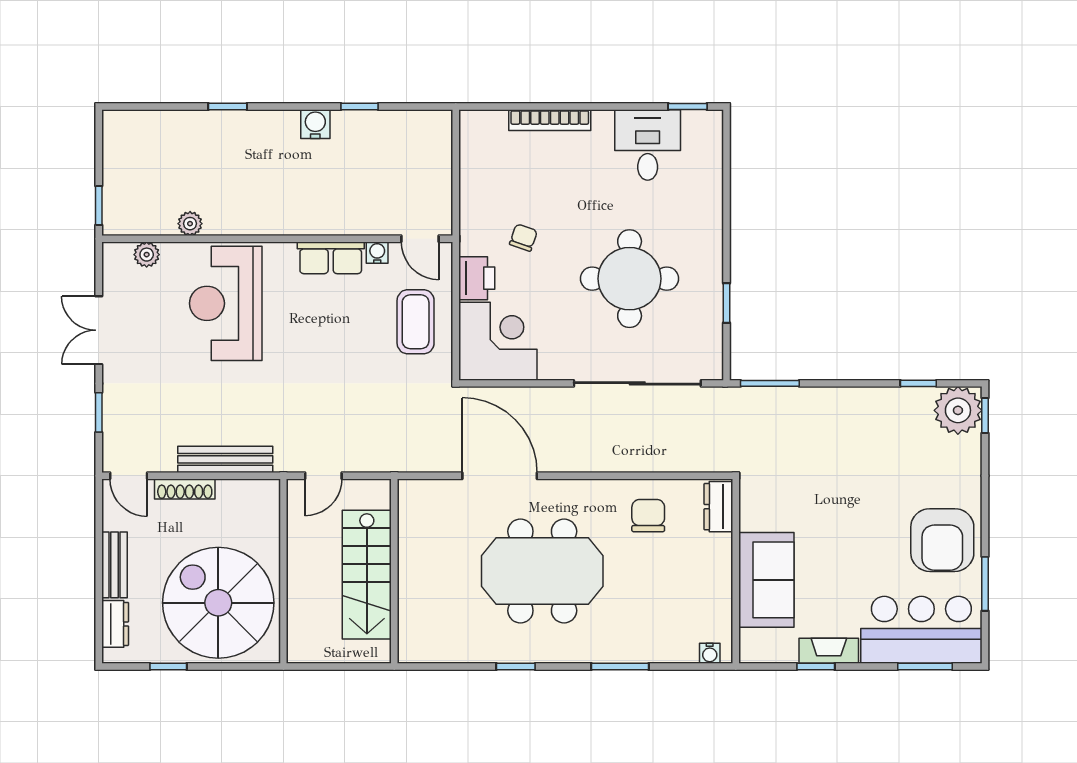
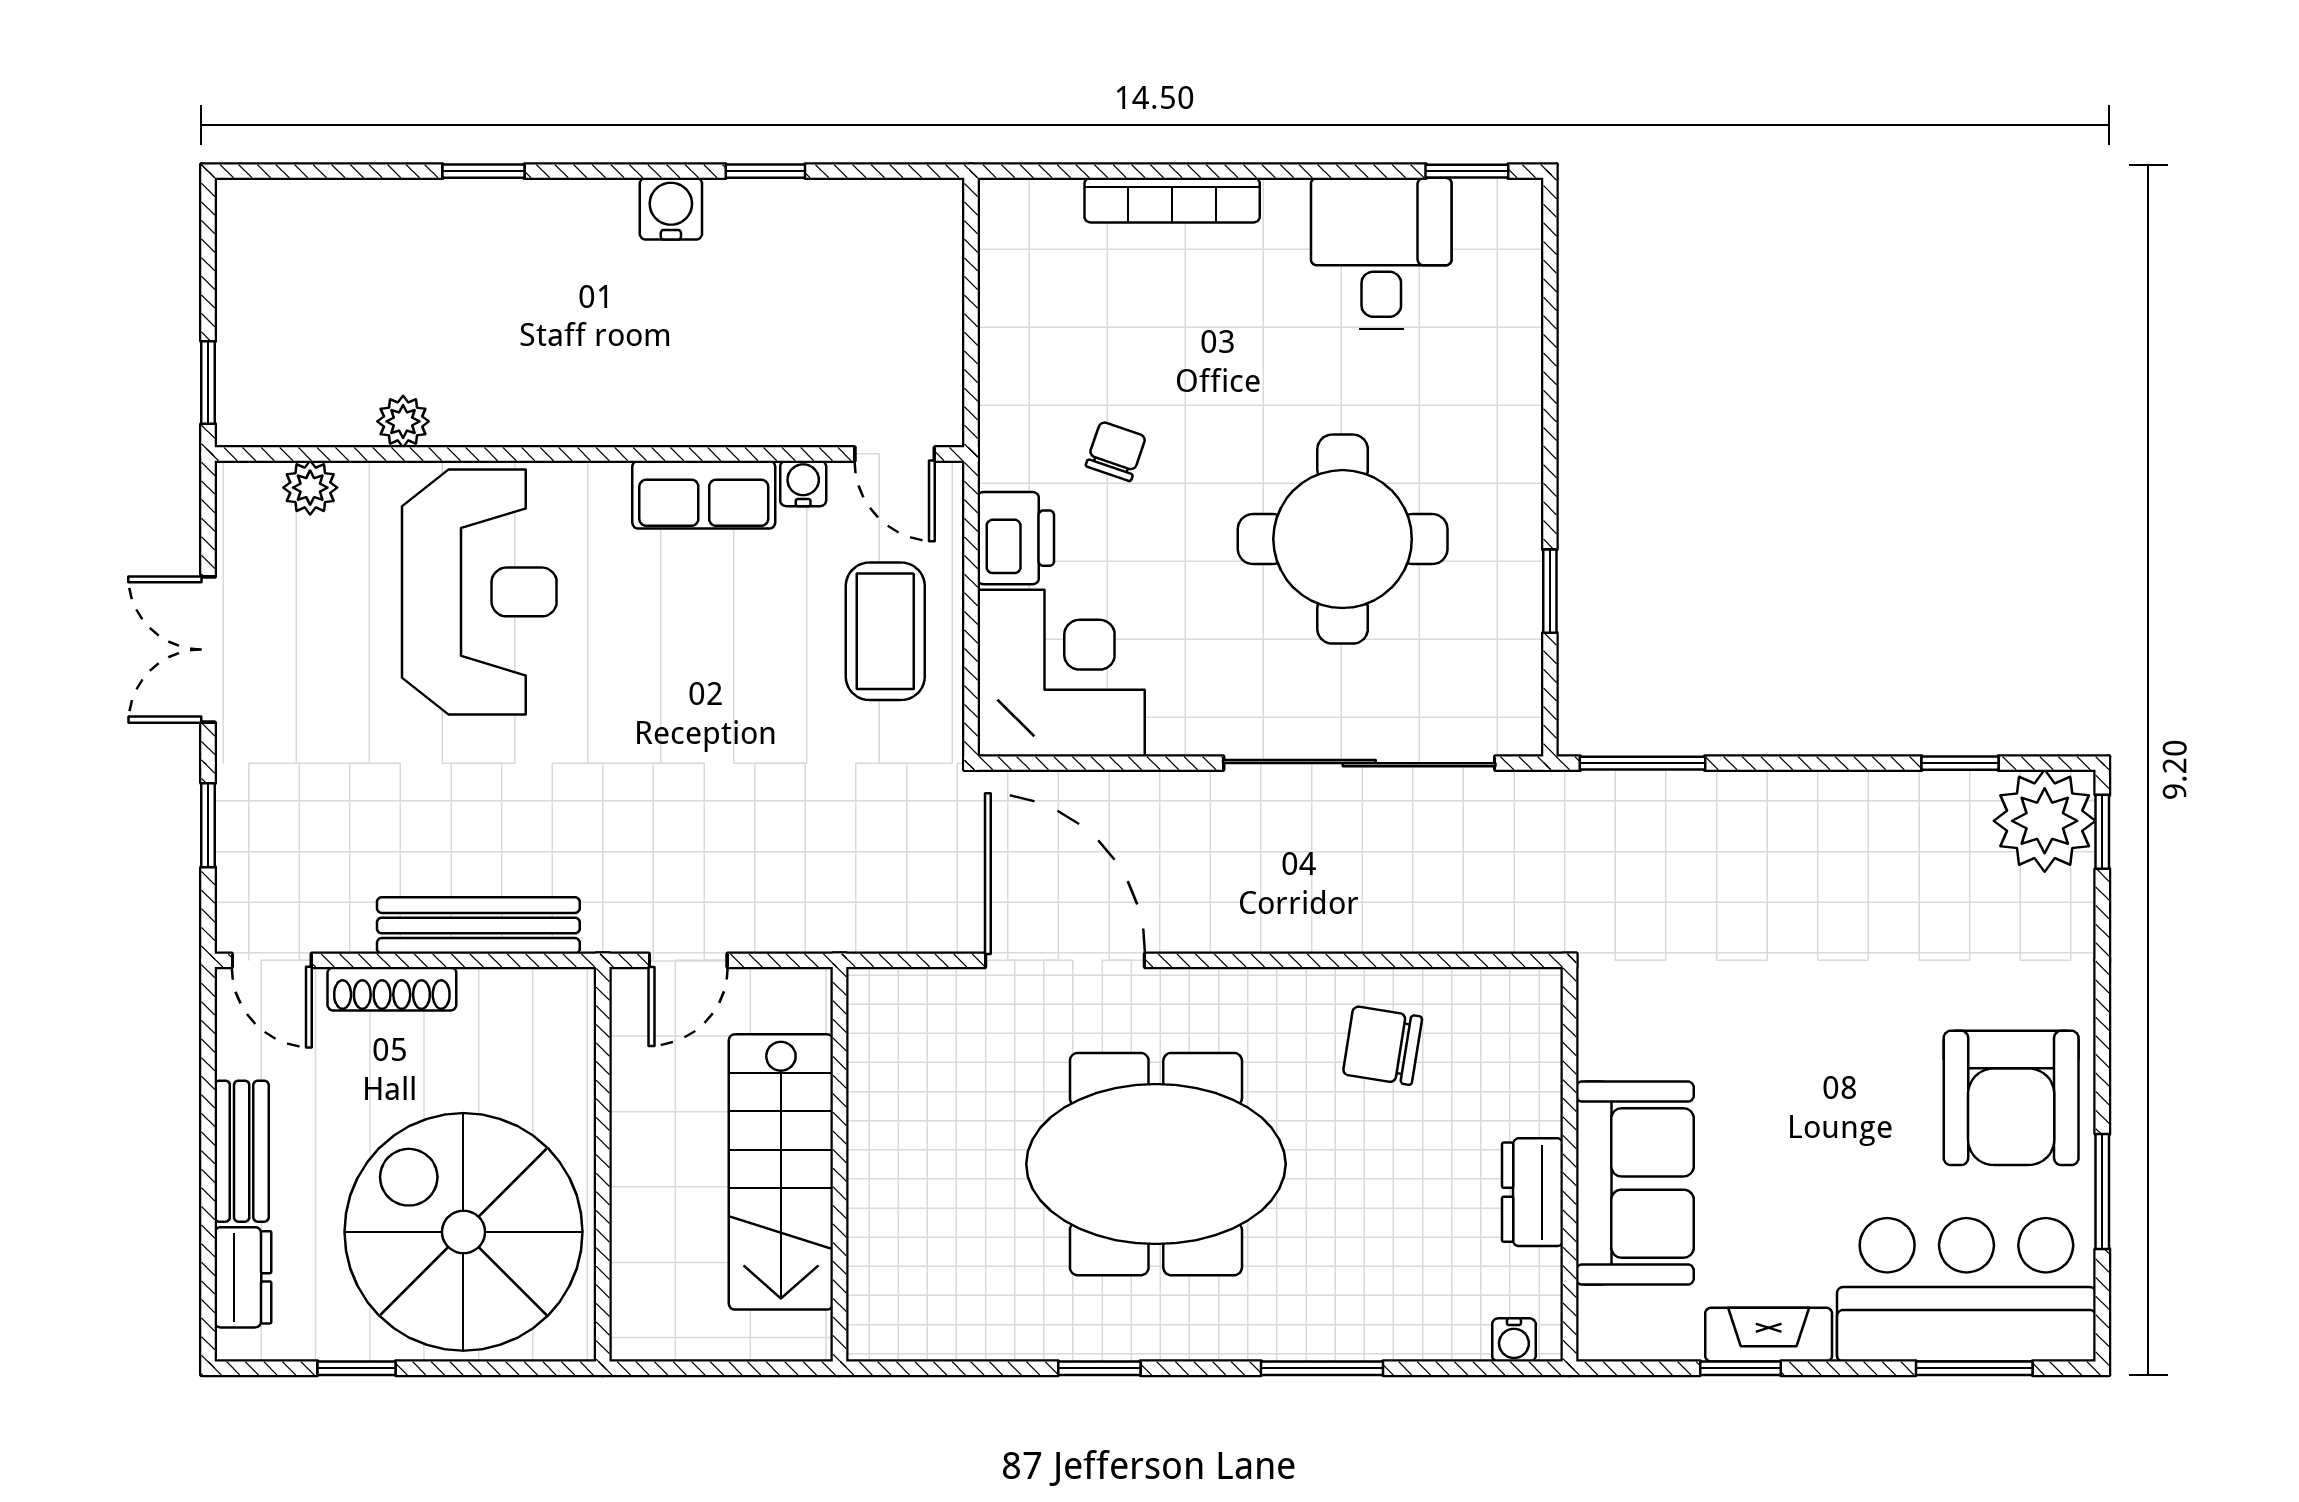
reception desk: (226, 303) -> (479, 592), turned 180
dresser: (718, 507) -> (1533, 1192), moved
chair: (648, 516) -> (1383, 1046), turned -81

